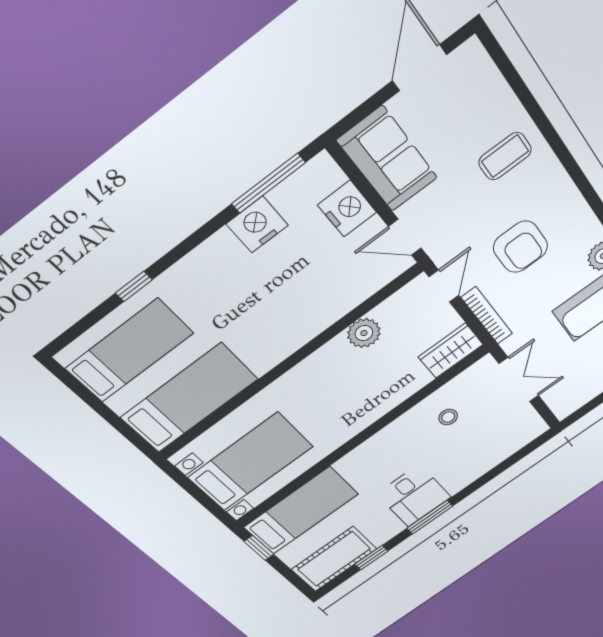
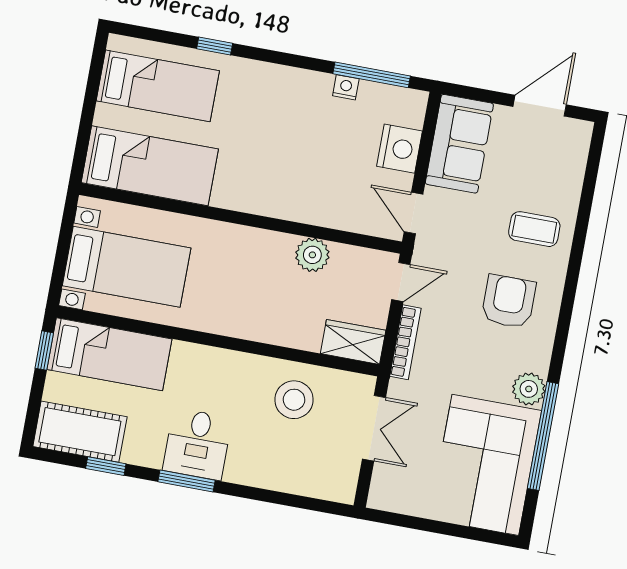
nightstand: (257, 225) -> (346, 87), width x0.53, depth x0.56
armchair: (520, 247) -> (509, 301), moved, turned 180
stool: (448, 417) -> (294, 400), width x1.89, depth x1.89

